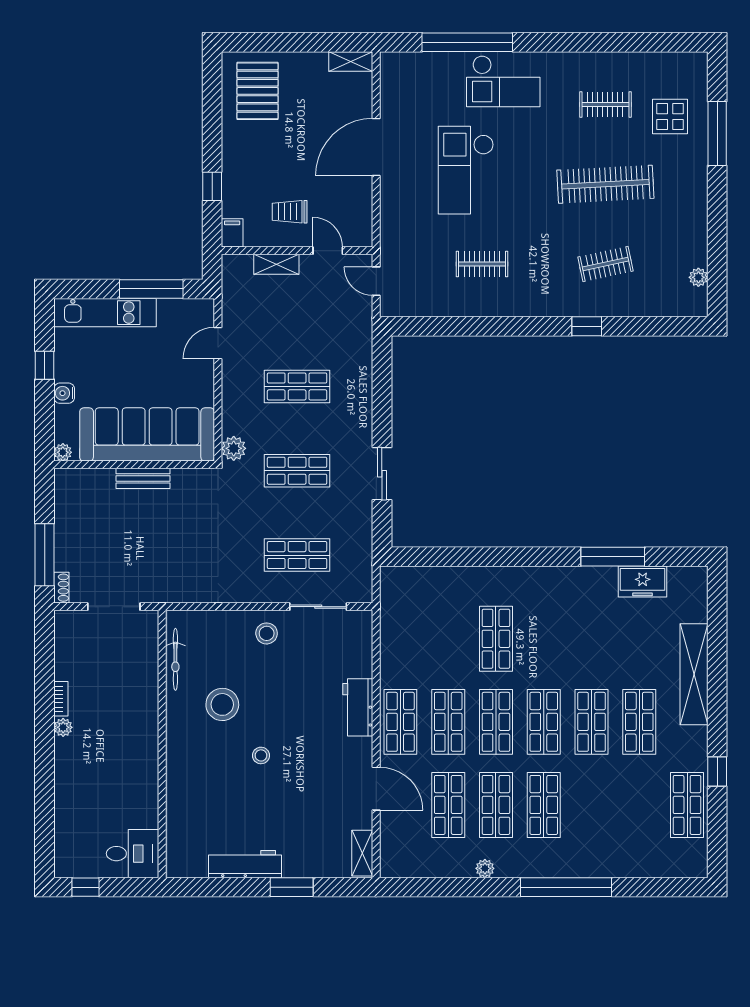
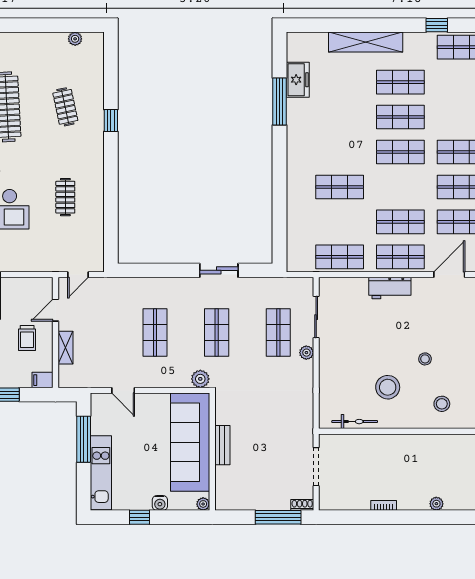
plant: (270, 594) -> (306, 353), added
stool: (267, 633) -> (442, 404), moved
shop shelf: (496, 722) -> (340, 257), moved
plant: (63, 727) -> (436, 504), moved

